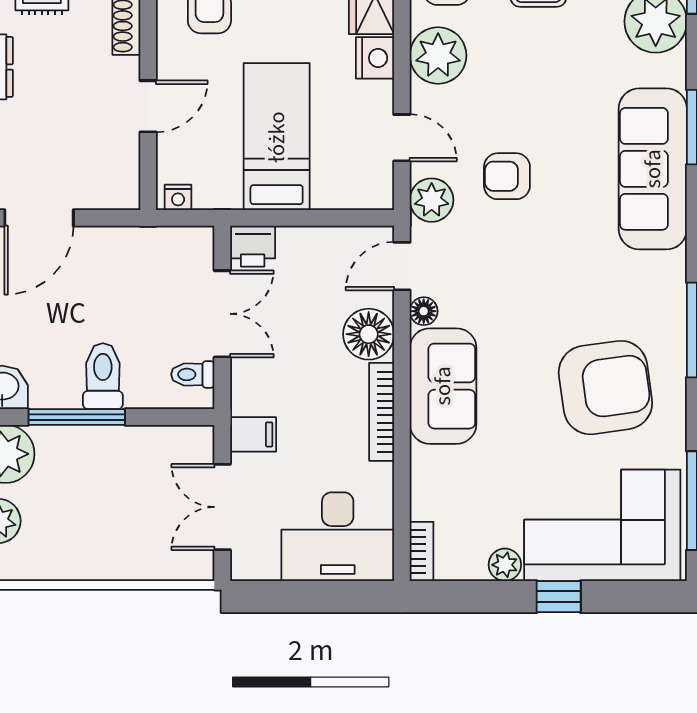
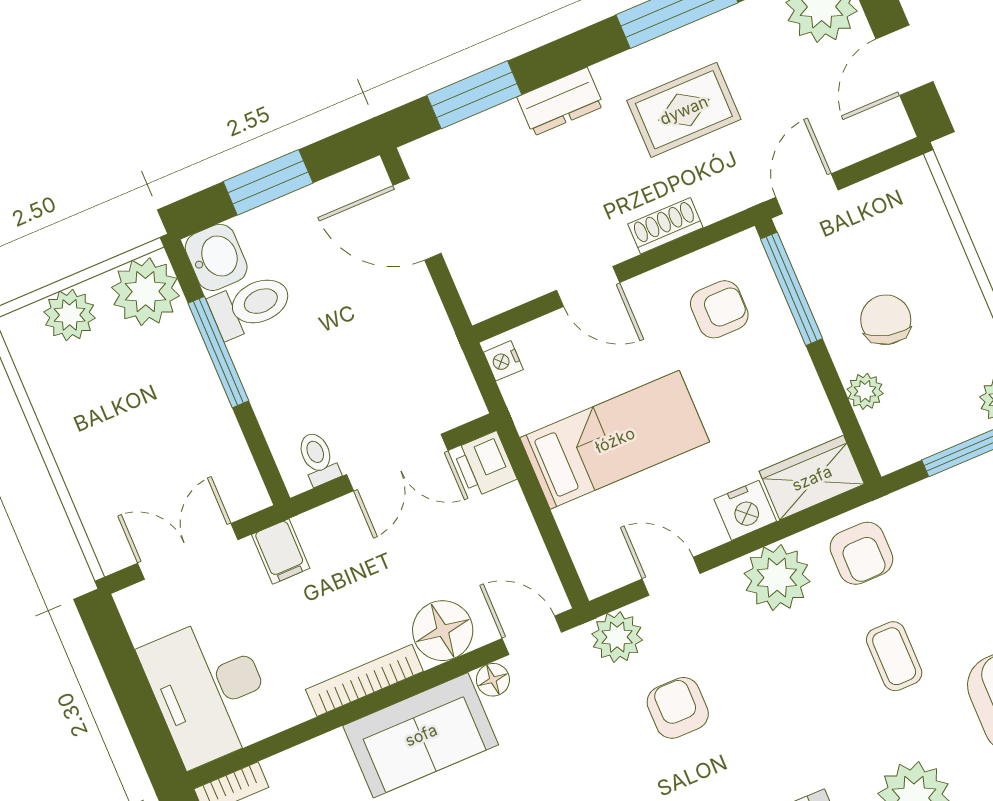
door: (402, 138) -> (671, 576), swing flipped
toilet: (103, 376) -> (251, 305), moved

